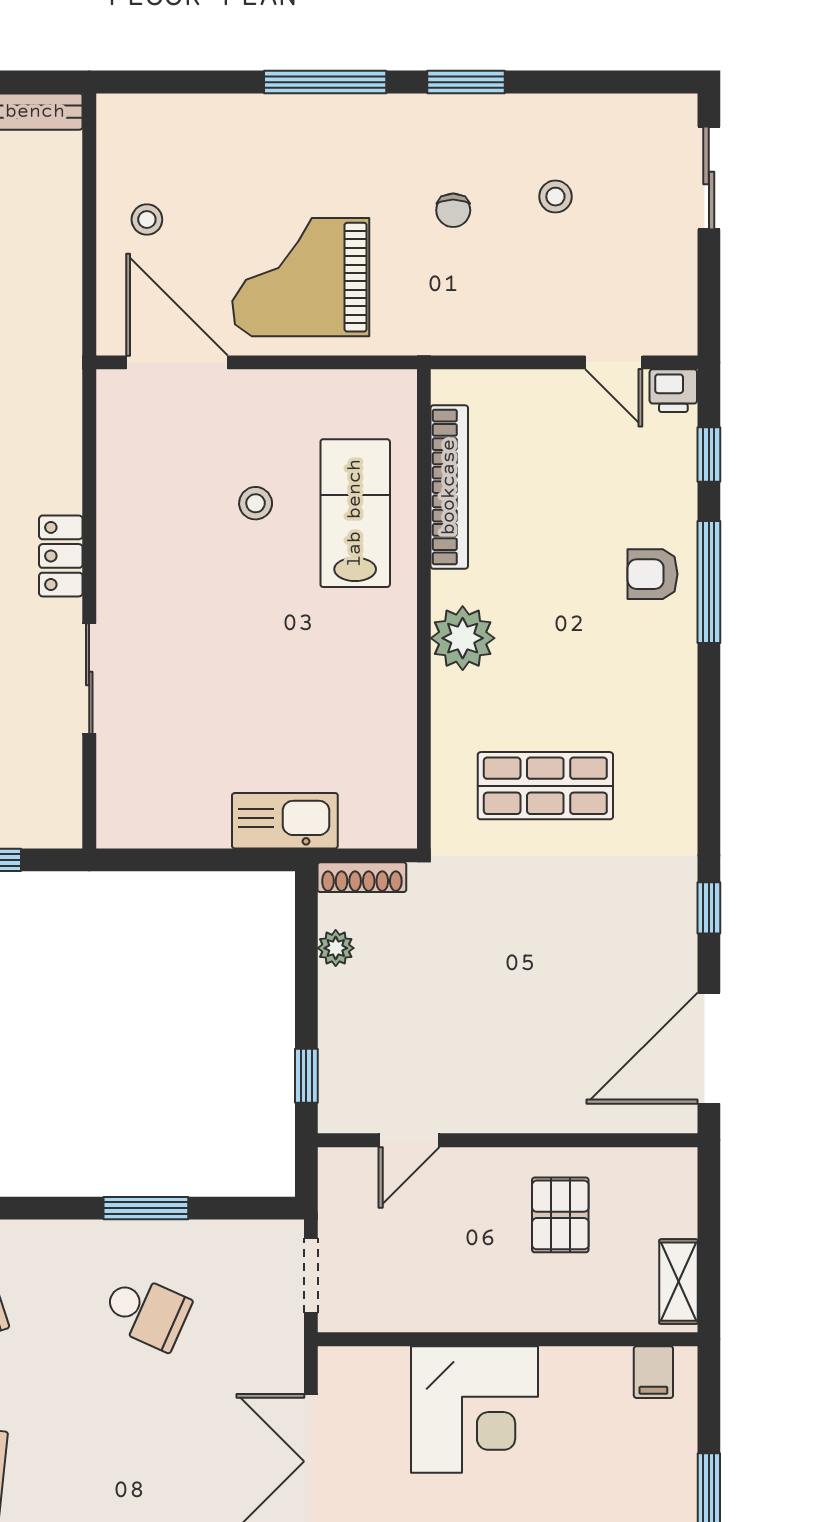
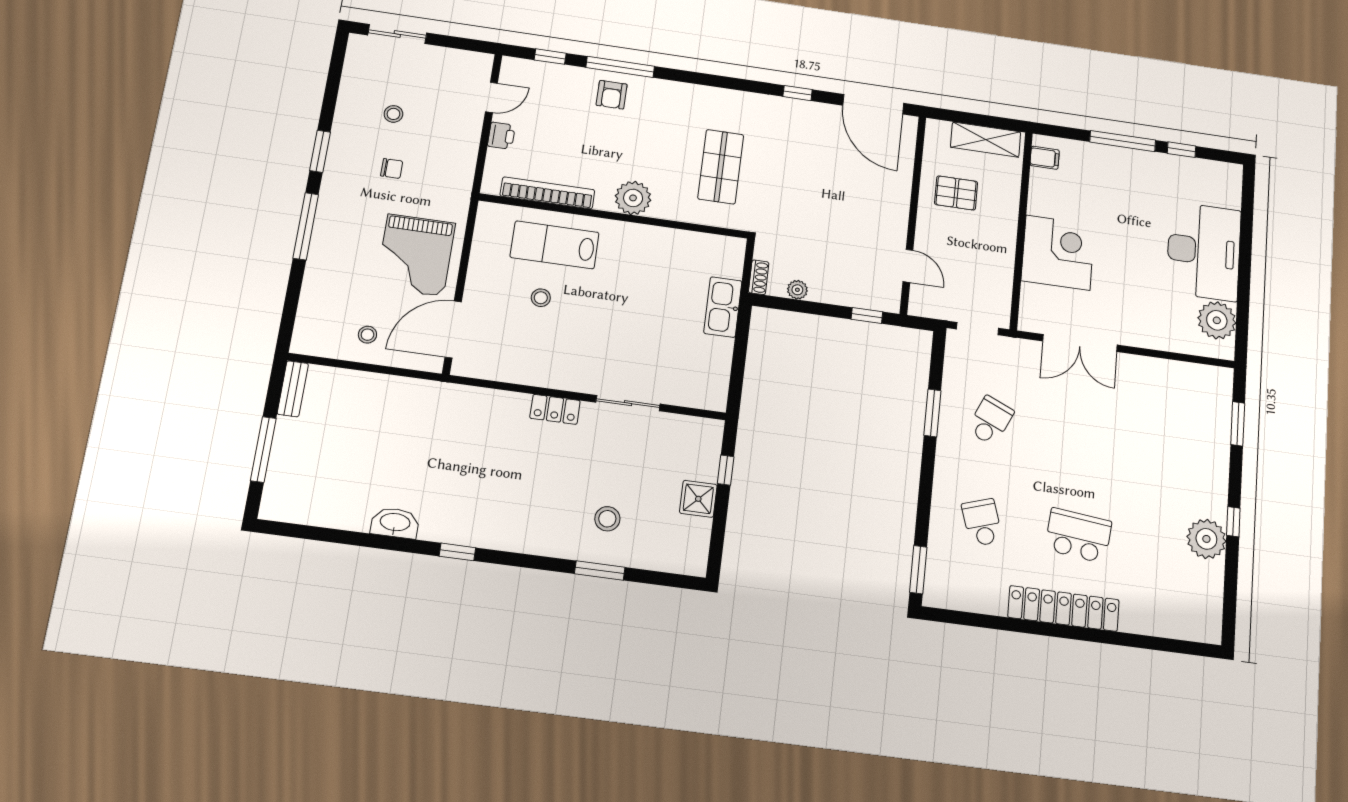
printer: (673, 391) -> (501, 136), moved
shoe rack: (362, 877) -> (759, 277), width x0.70
shelving: (678, 1282) -> (986, 140), width x1.50, depth x1.33

